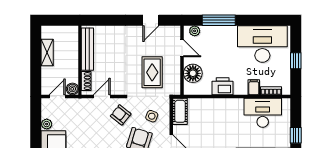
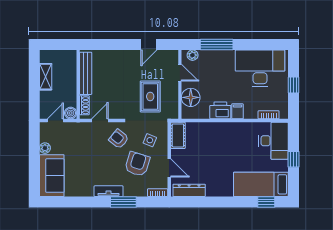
filing cabinet: (254, 87) -> (237, 111), moved
desk: (263, 113) -> (273, 141), moved, turned 90

